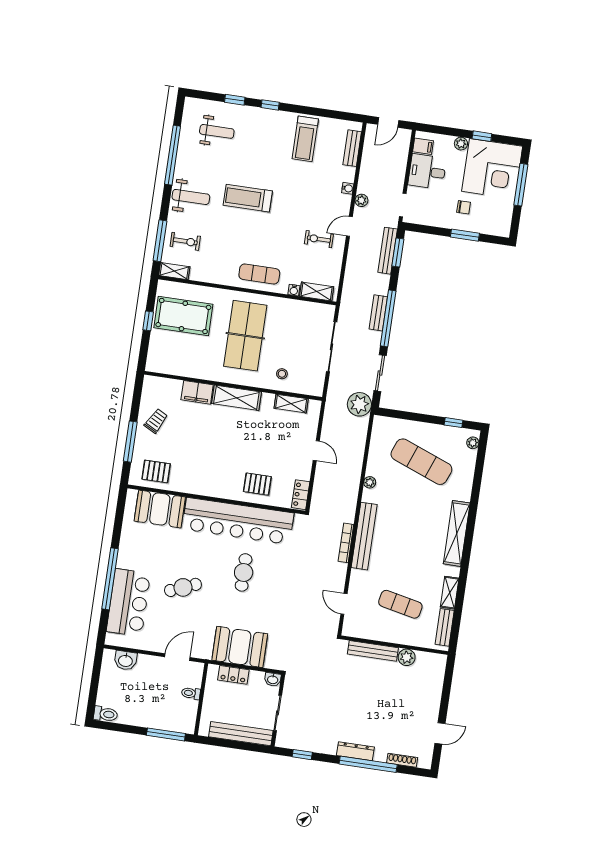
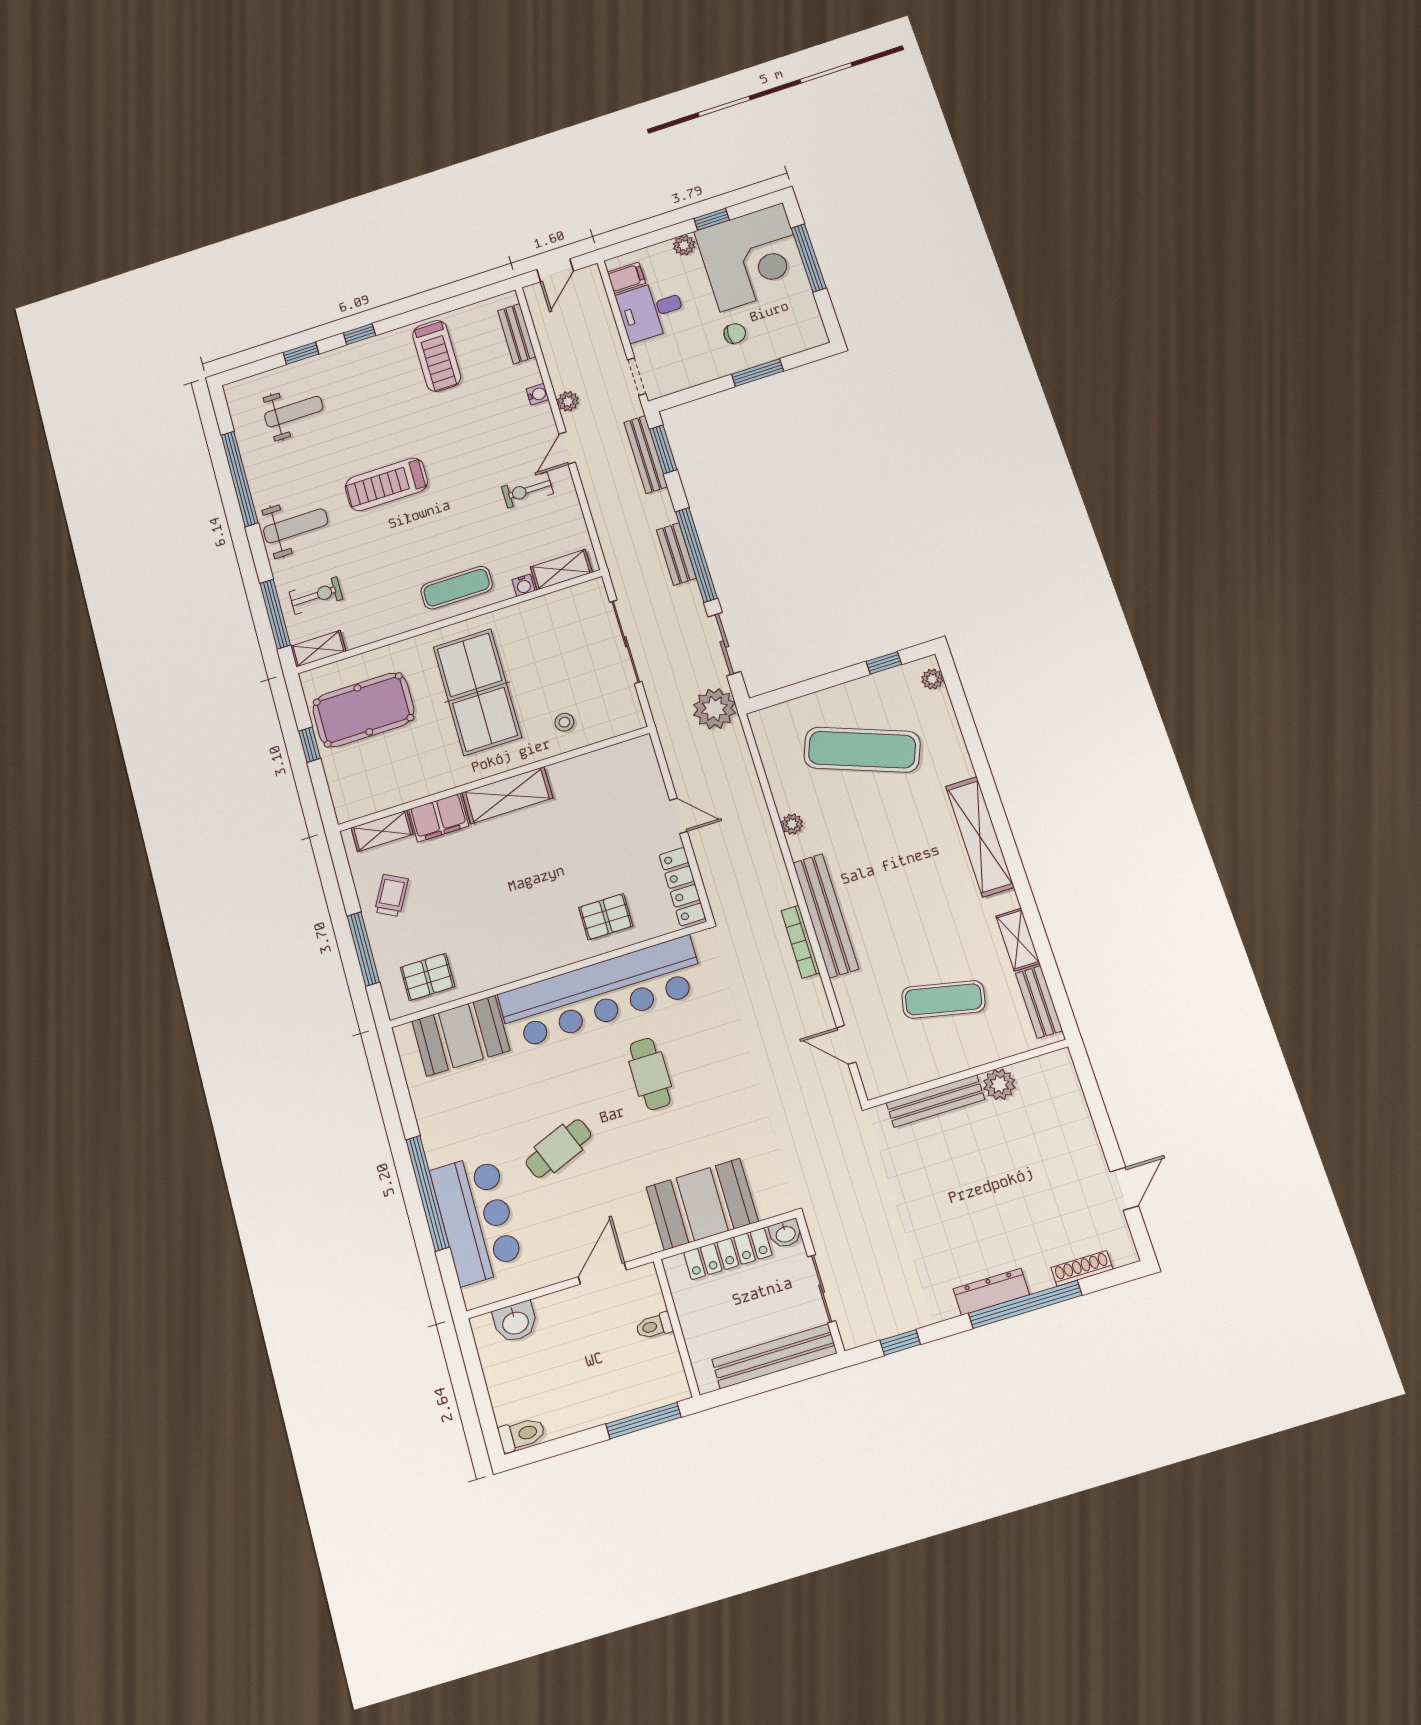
shelving: (291, 404) -> (382, 831), moved
locker: (301, 495) -> (682, 886), width x1.53
locker: (233, 675) -> (728, 1254), width x1.53

